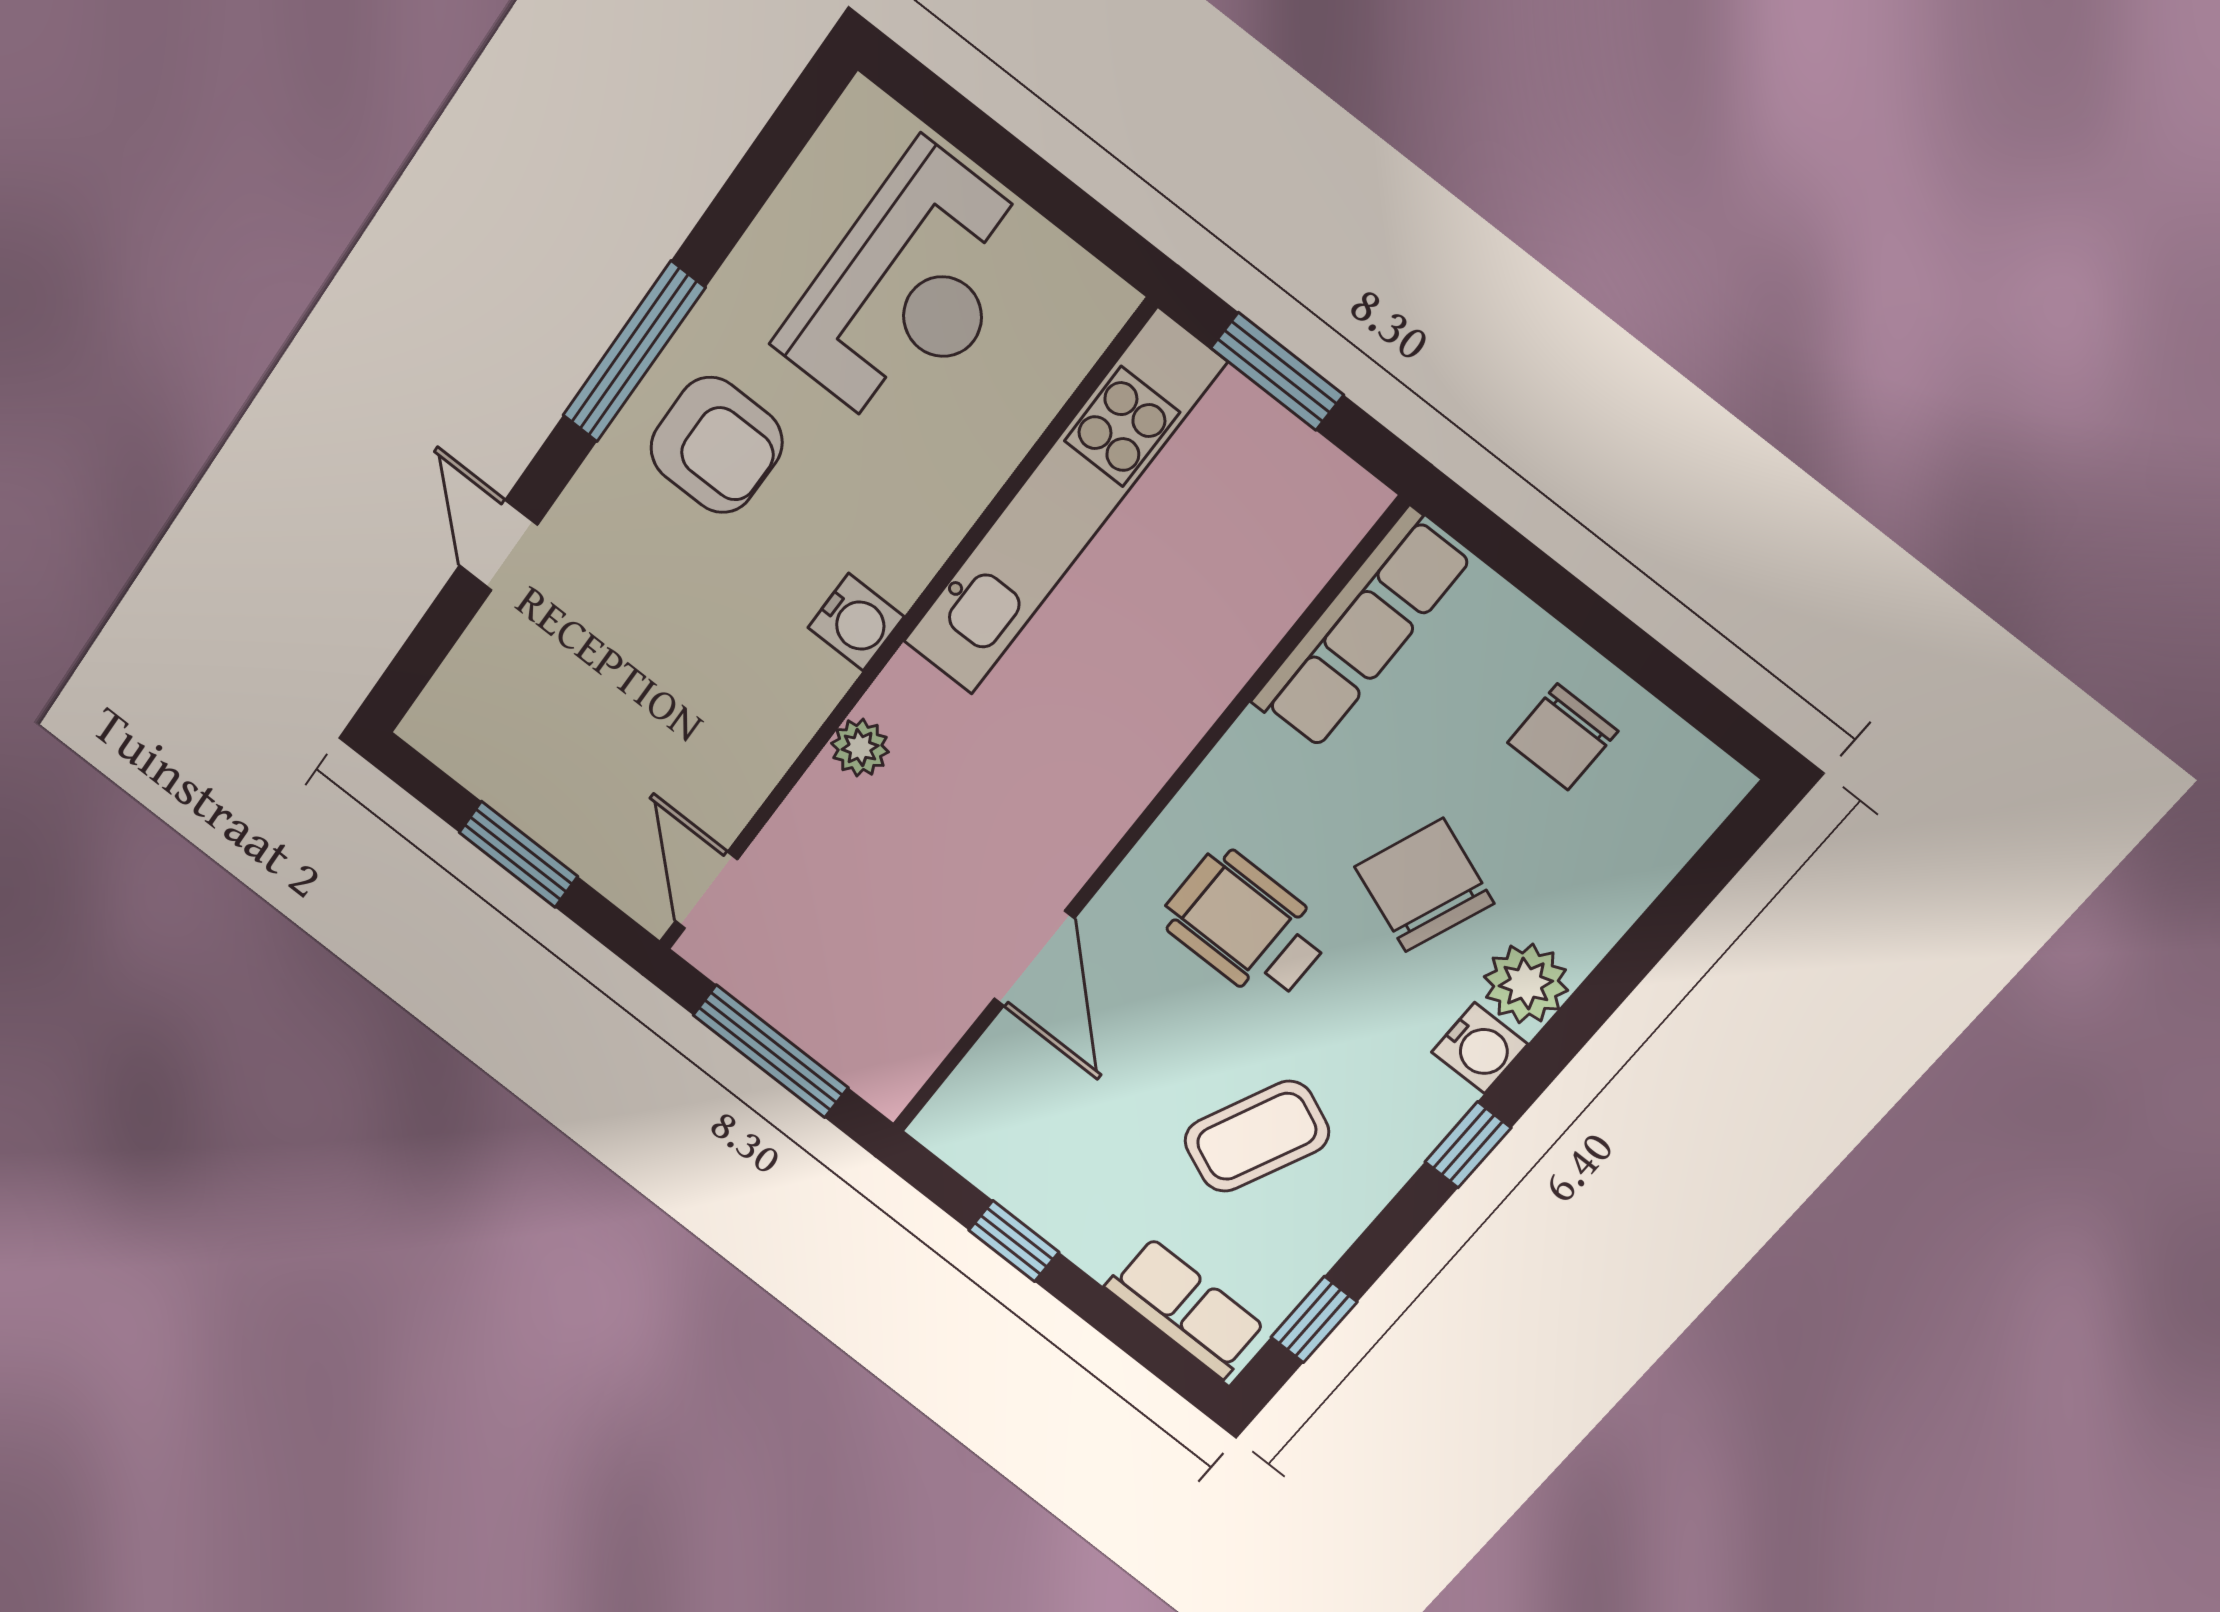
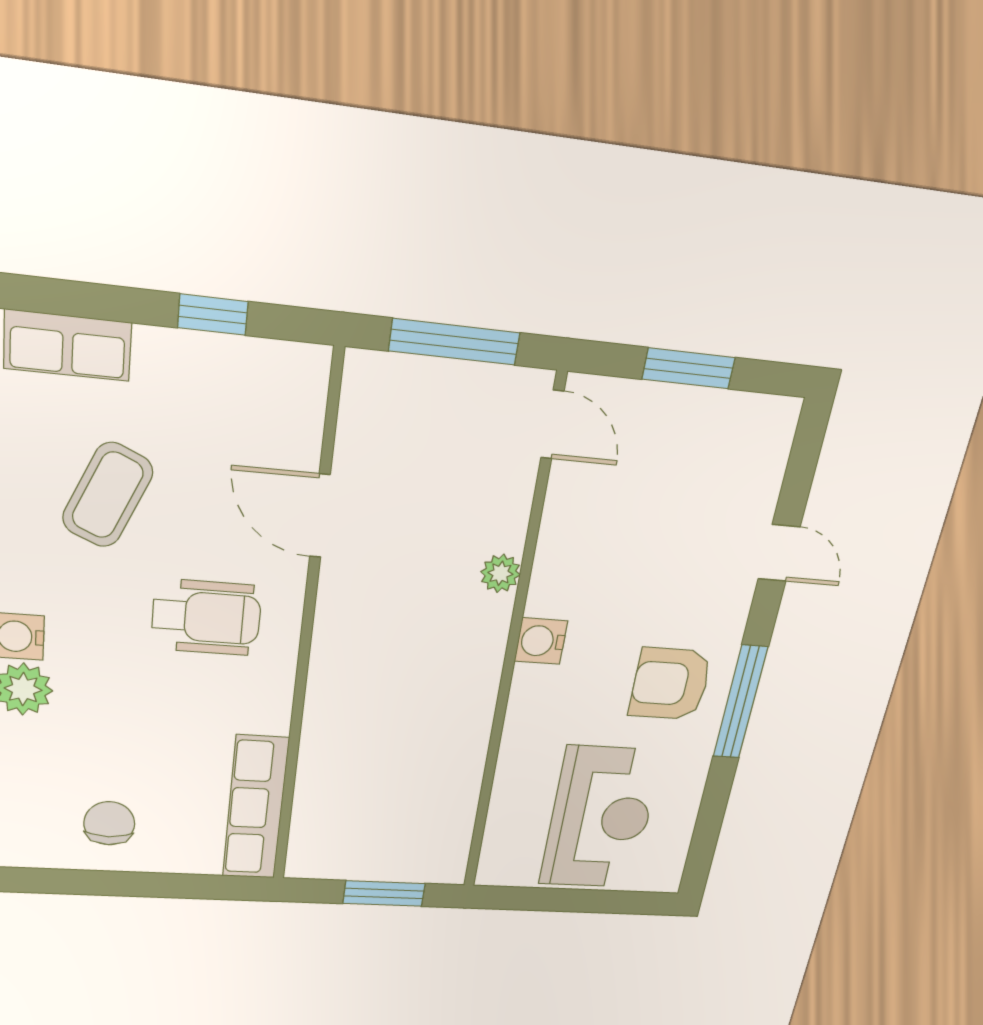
reception desk: (909, 290) -> (600, 818), turned 180
kitchen unit: (1063, 504) -> (458, 770), removed
chair: (1424, 885) -> (122, 705), removed

